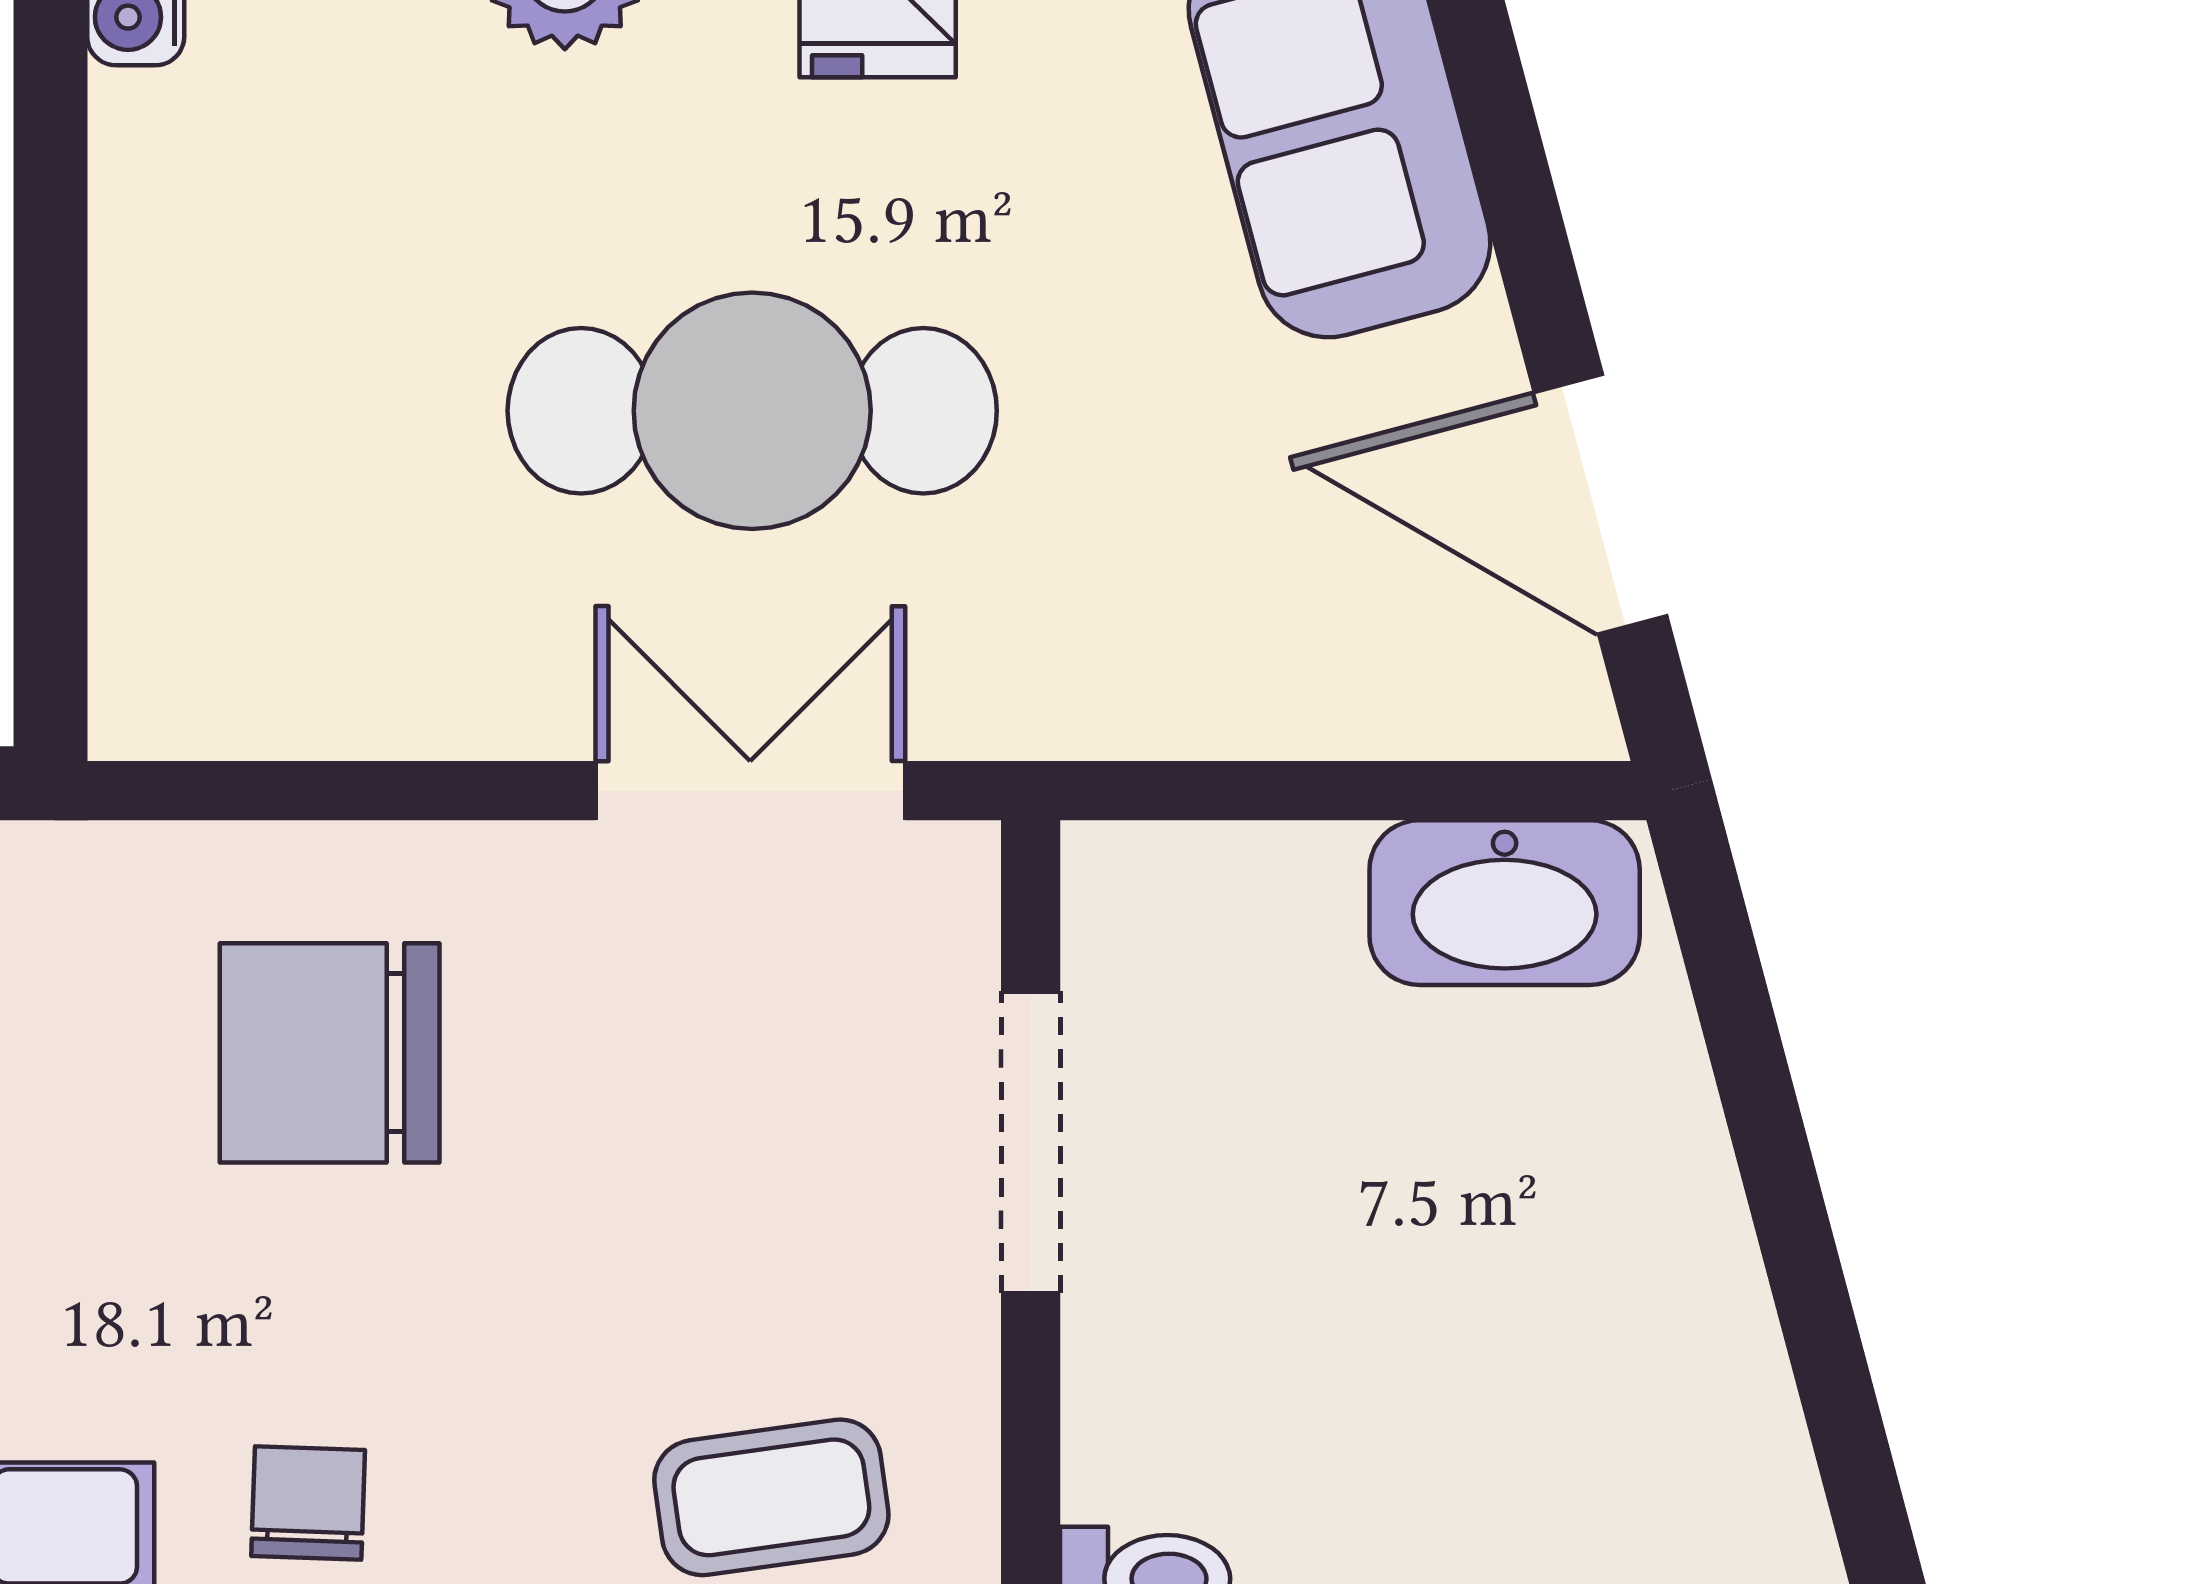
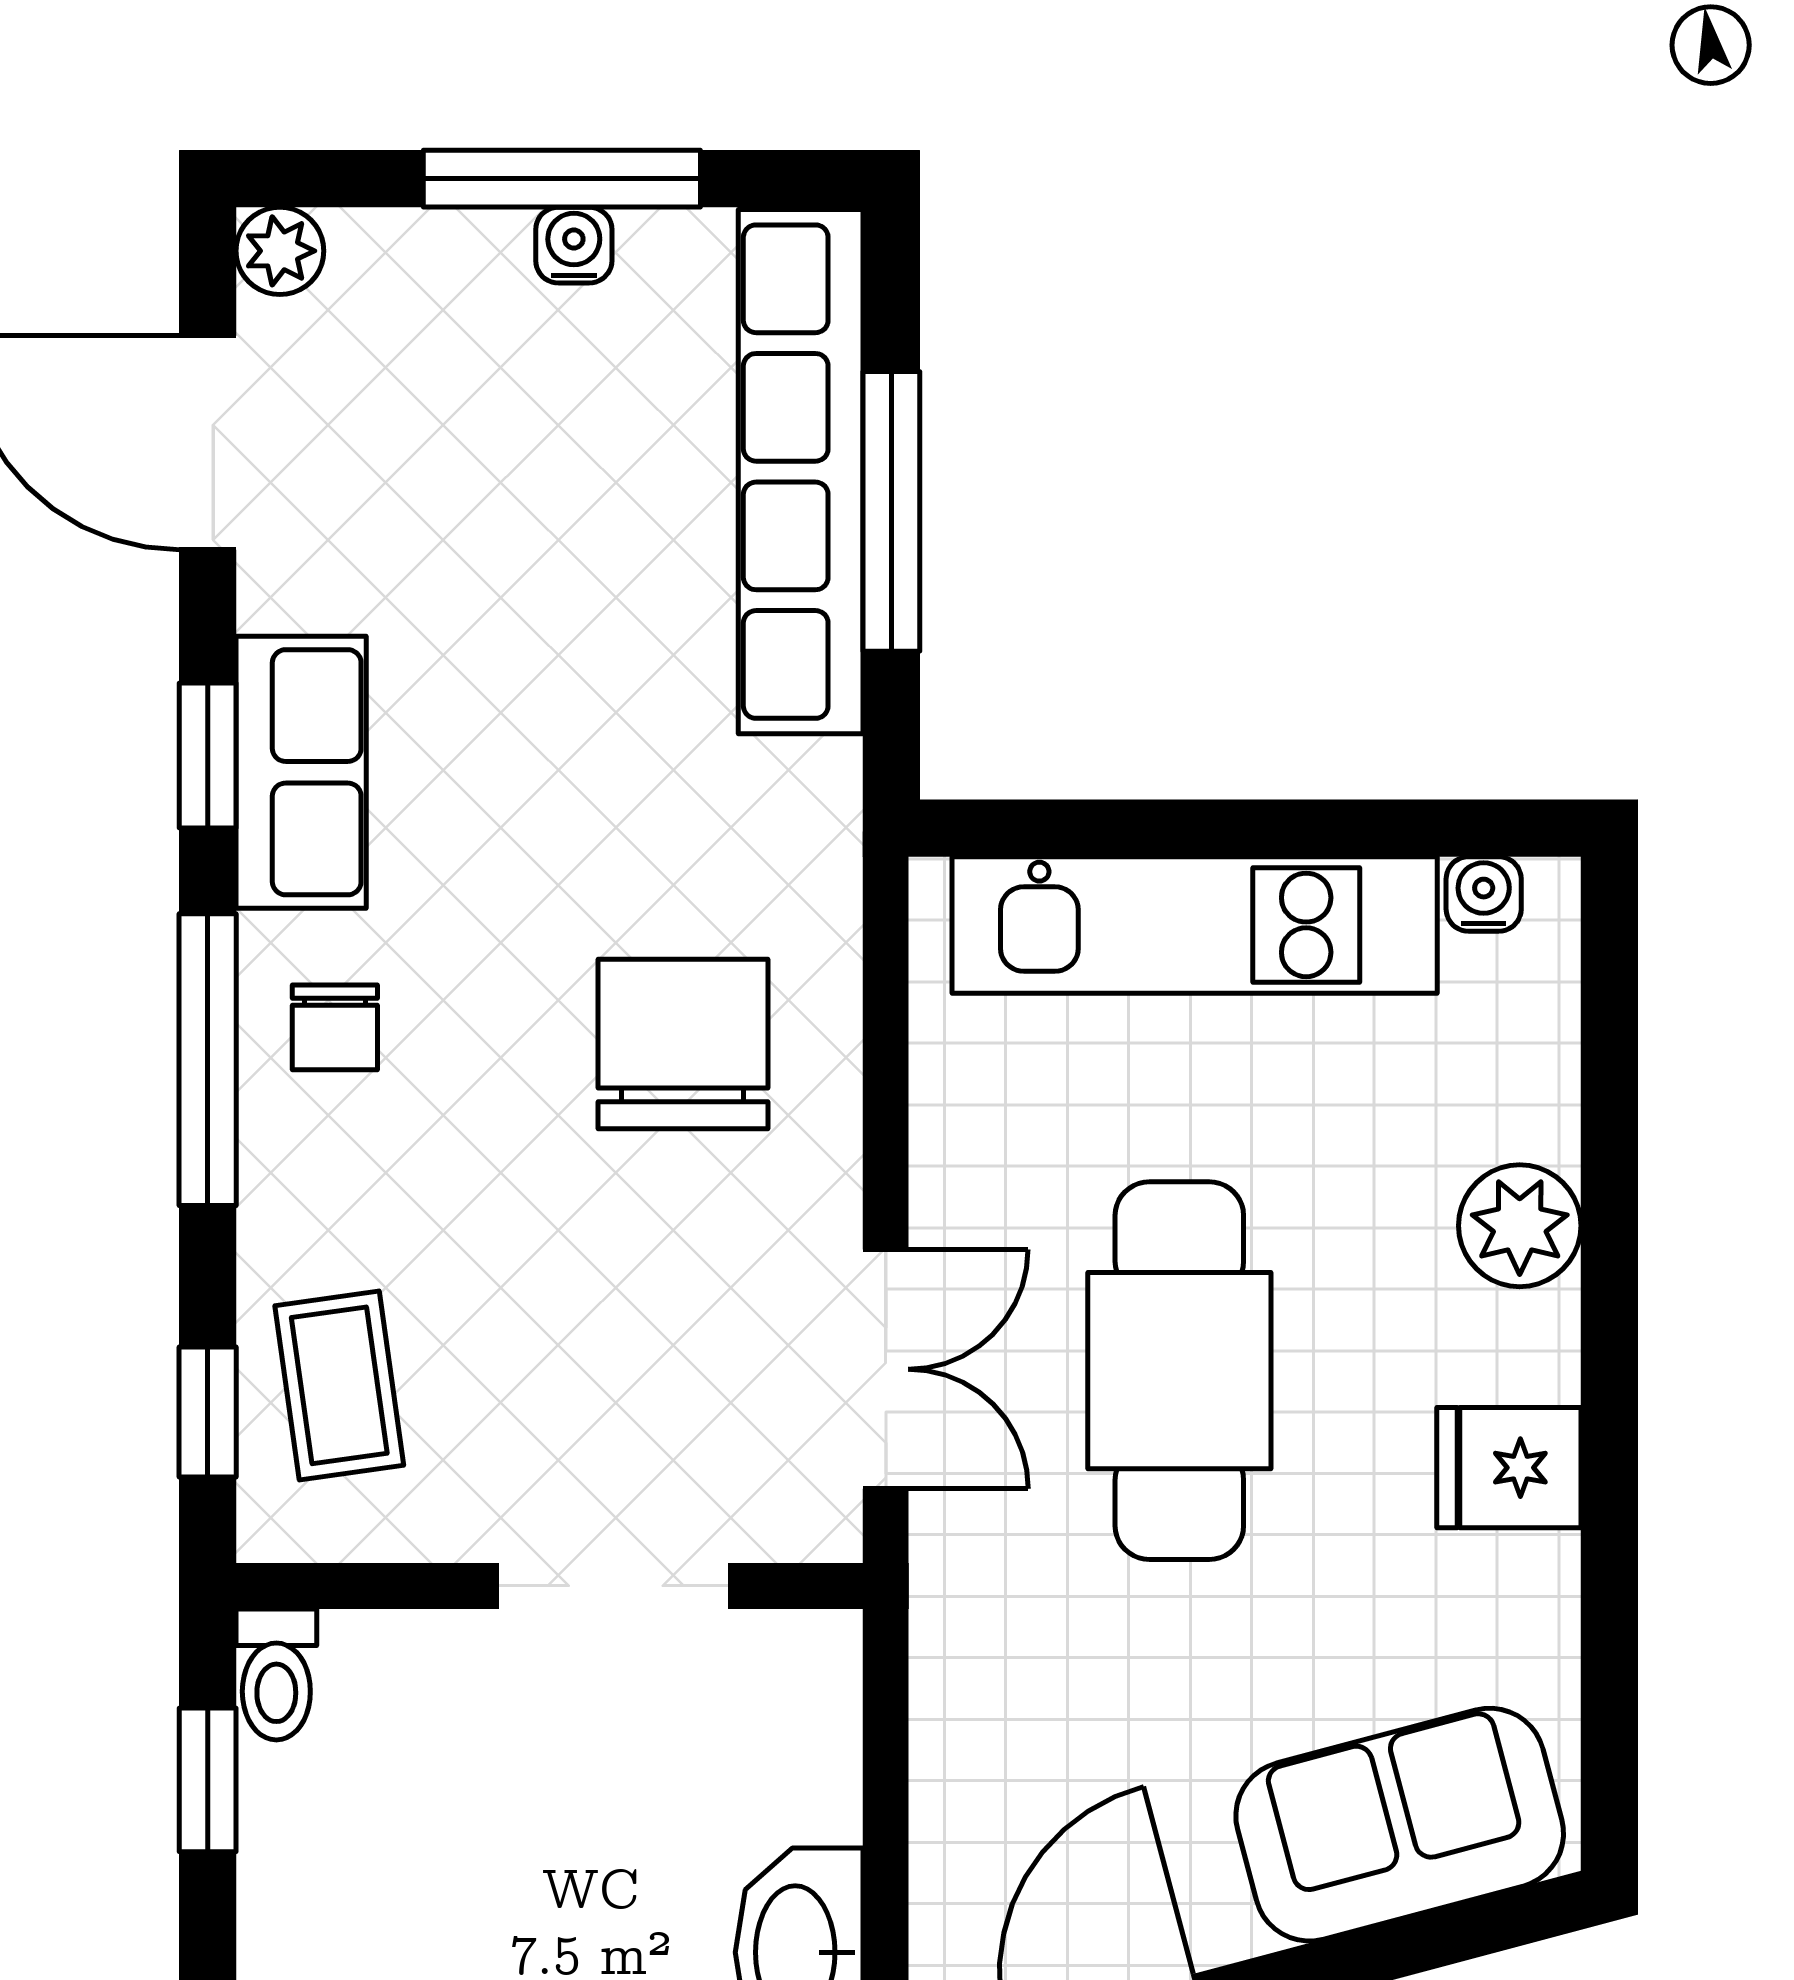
kitchen unit: (176, 391) -> (1195, 925), added
chair: (308, 1503) -> (335, 1027), turned 88

